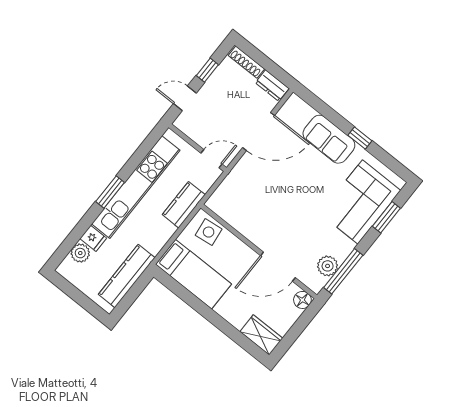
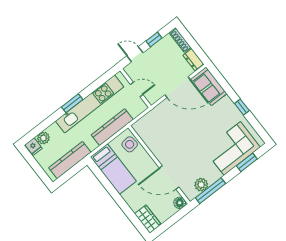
sofa: (329, 139) -> (209, 86), moved
door: (211, 159) -> (137, 89), moved
kitchen counter: (184, 205) -> (112, 127), width x1.50
fridge: (93, 238) -> (34, 147), moved

